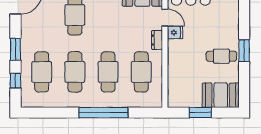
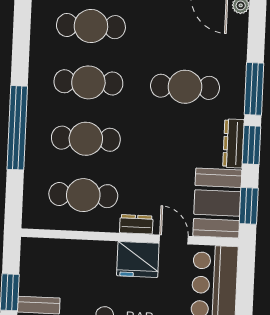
door: (165, 18) -> (174, 239), swing flipped
fridge: (175, 32) -> (138, 259), width x1.88, depth x1.34

